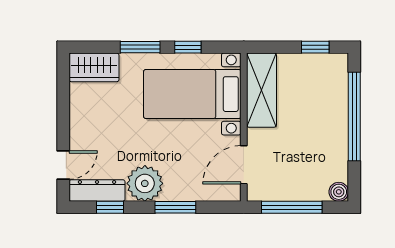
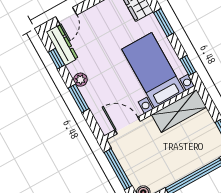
window: (188, 47) -> (188, 65), moved
door: (63, 165) -> (66, 16), hinge flipped
plant: (145, 183) -> (80, 80), width x0.53, depth x0.53

